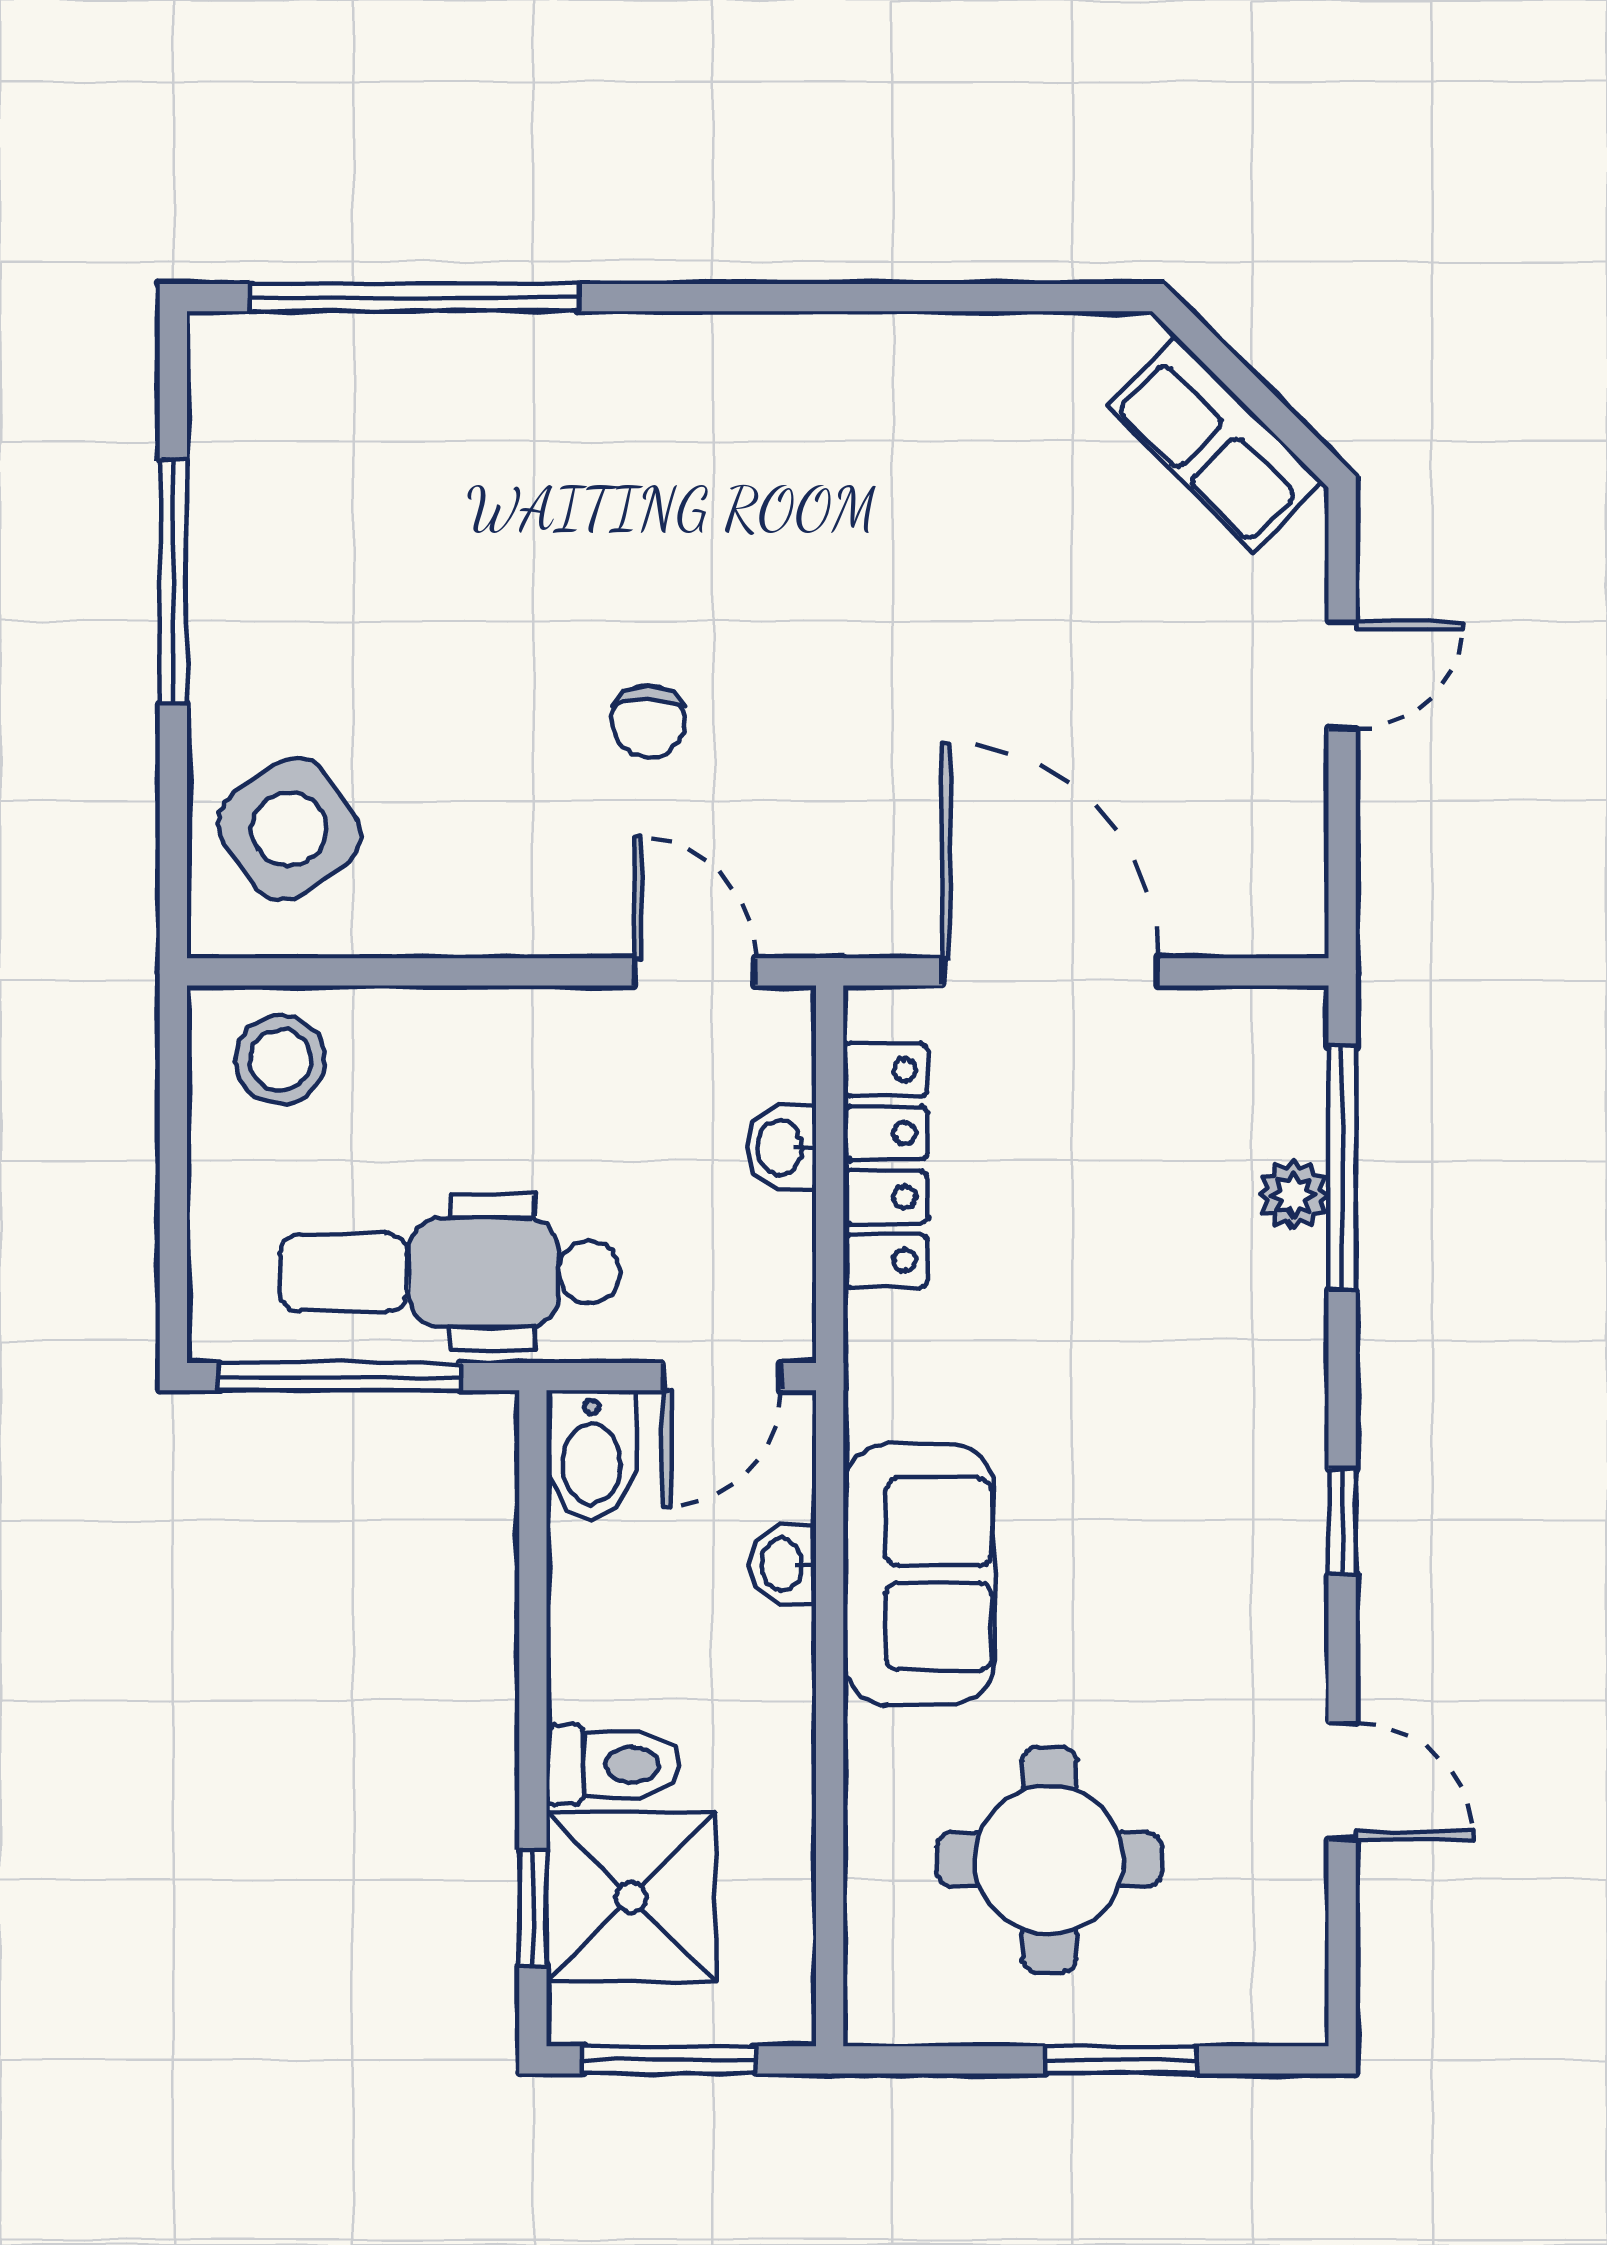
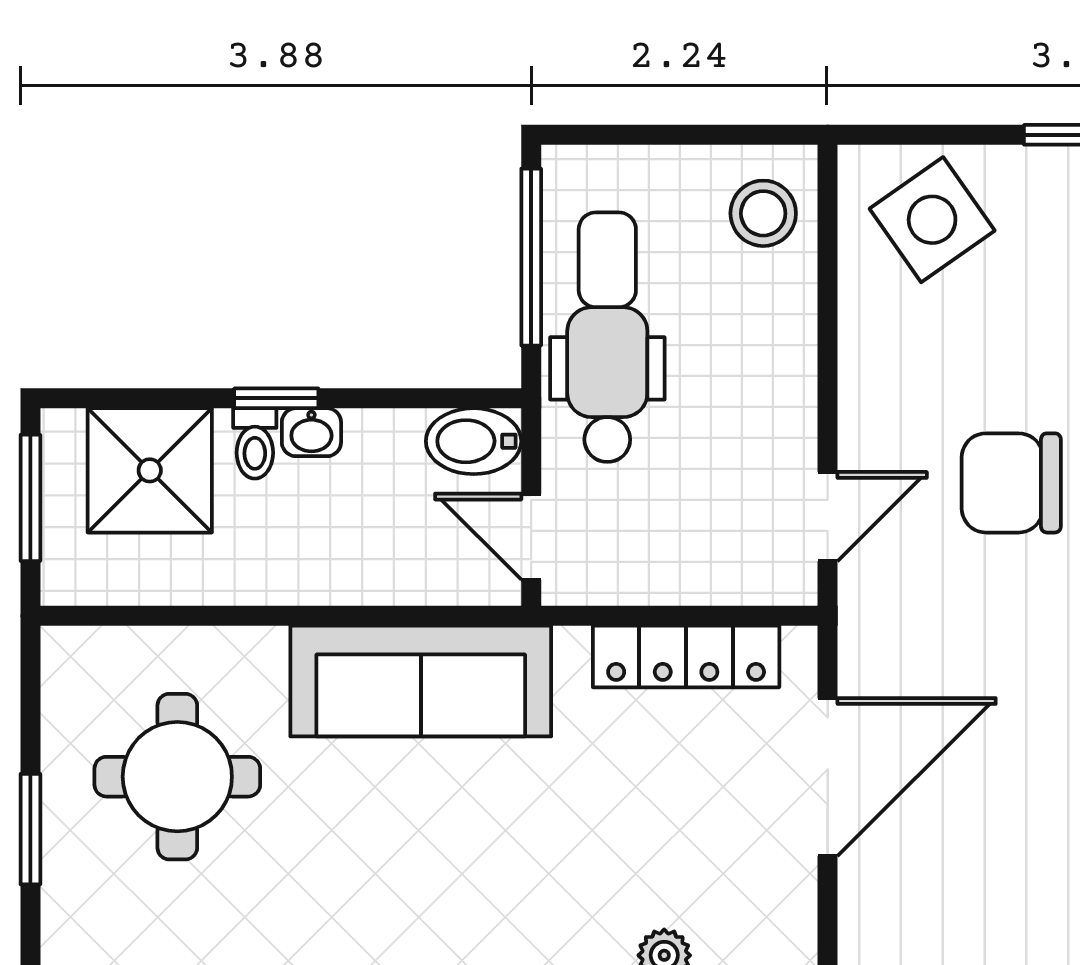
chair: (648, 721) -> (1011, 483), width x1.87, depth x1.87
washbasin: (782, 1148) -> (699, 581), removed
washbasin: (783, 1564) -> (311, 432), moved, turned 180
sofa: (919, 1574) -> (421, 681), width x1.36
toilet: (613, 1765) -> (255, 443), width x0.73, depth x0.72
window: (533, 1908) -> (276, 398), moved

